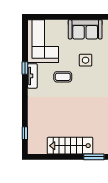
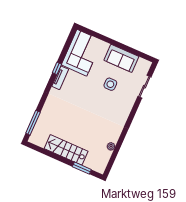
coffee table: (63, 77) -> (85, 90), removed
window: (25, 133) -> (33, 123), width x2.17

